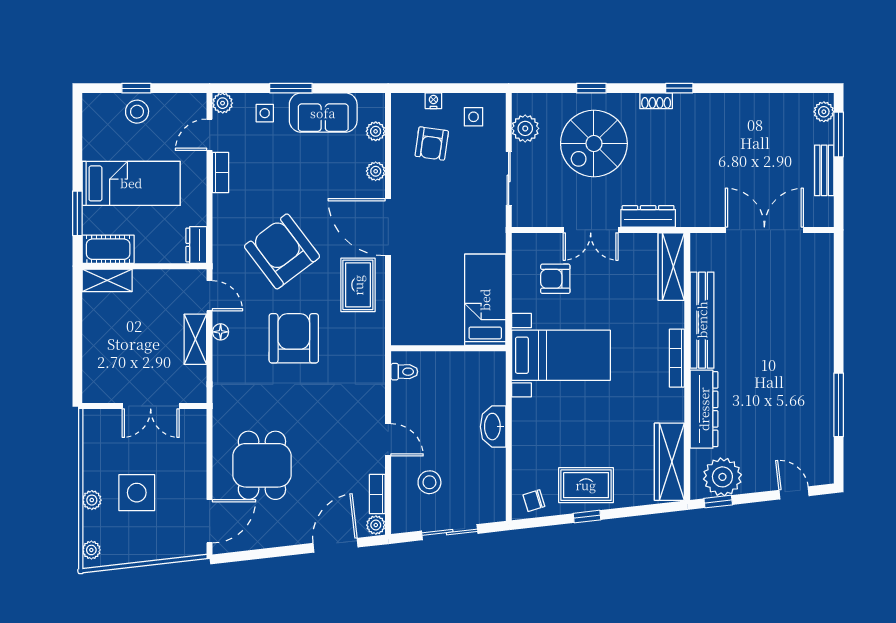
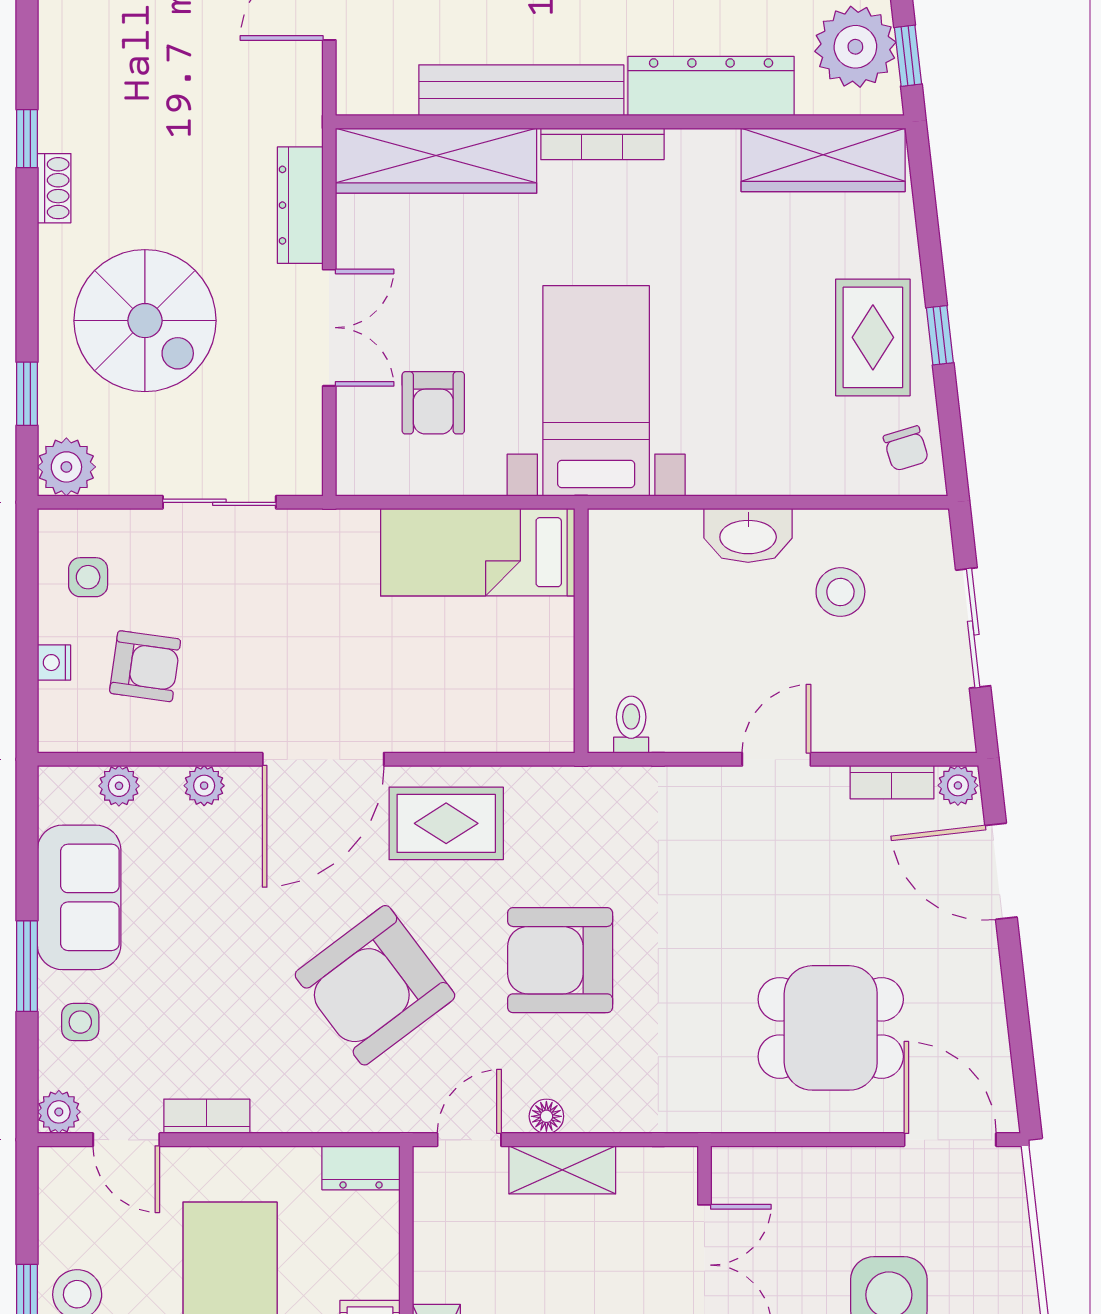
window: (591, 88) -> (27, 394), moved
plant: (525, 128) -> (66, 467), moved
wardrobe: (671, 267) -> (436, 161), width x1.40, depth x1.17
stool: (429, 482) -> (840, 592), moved

